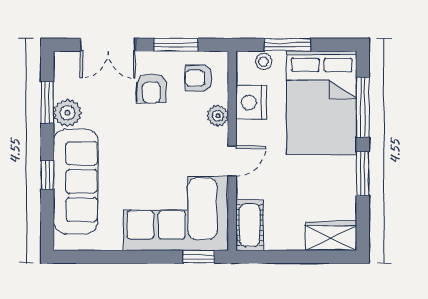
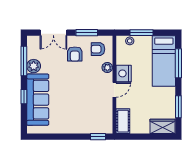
window: (47, 102) -> (24, 61), width x1.44
nightstand: (251, 102) -> (124, 73), moved
bed: (322, 103) -> (164, 61), width x0.67
window: (363, 174) -> (178, 107), moved
corner sofa: (175, 213) -> (86, 115), removed

